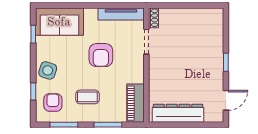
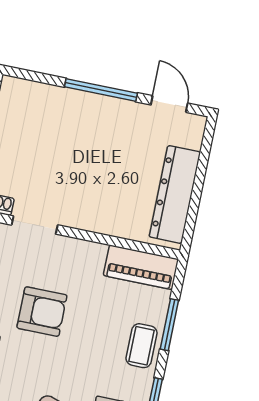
window: (226, 62) -> (101, 90), width x2.17
coffee table: (87, 97) -> (142, 346), moved

